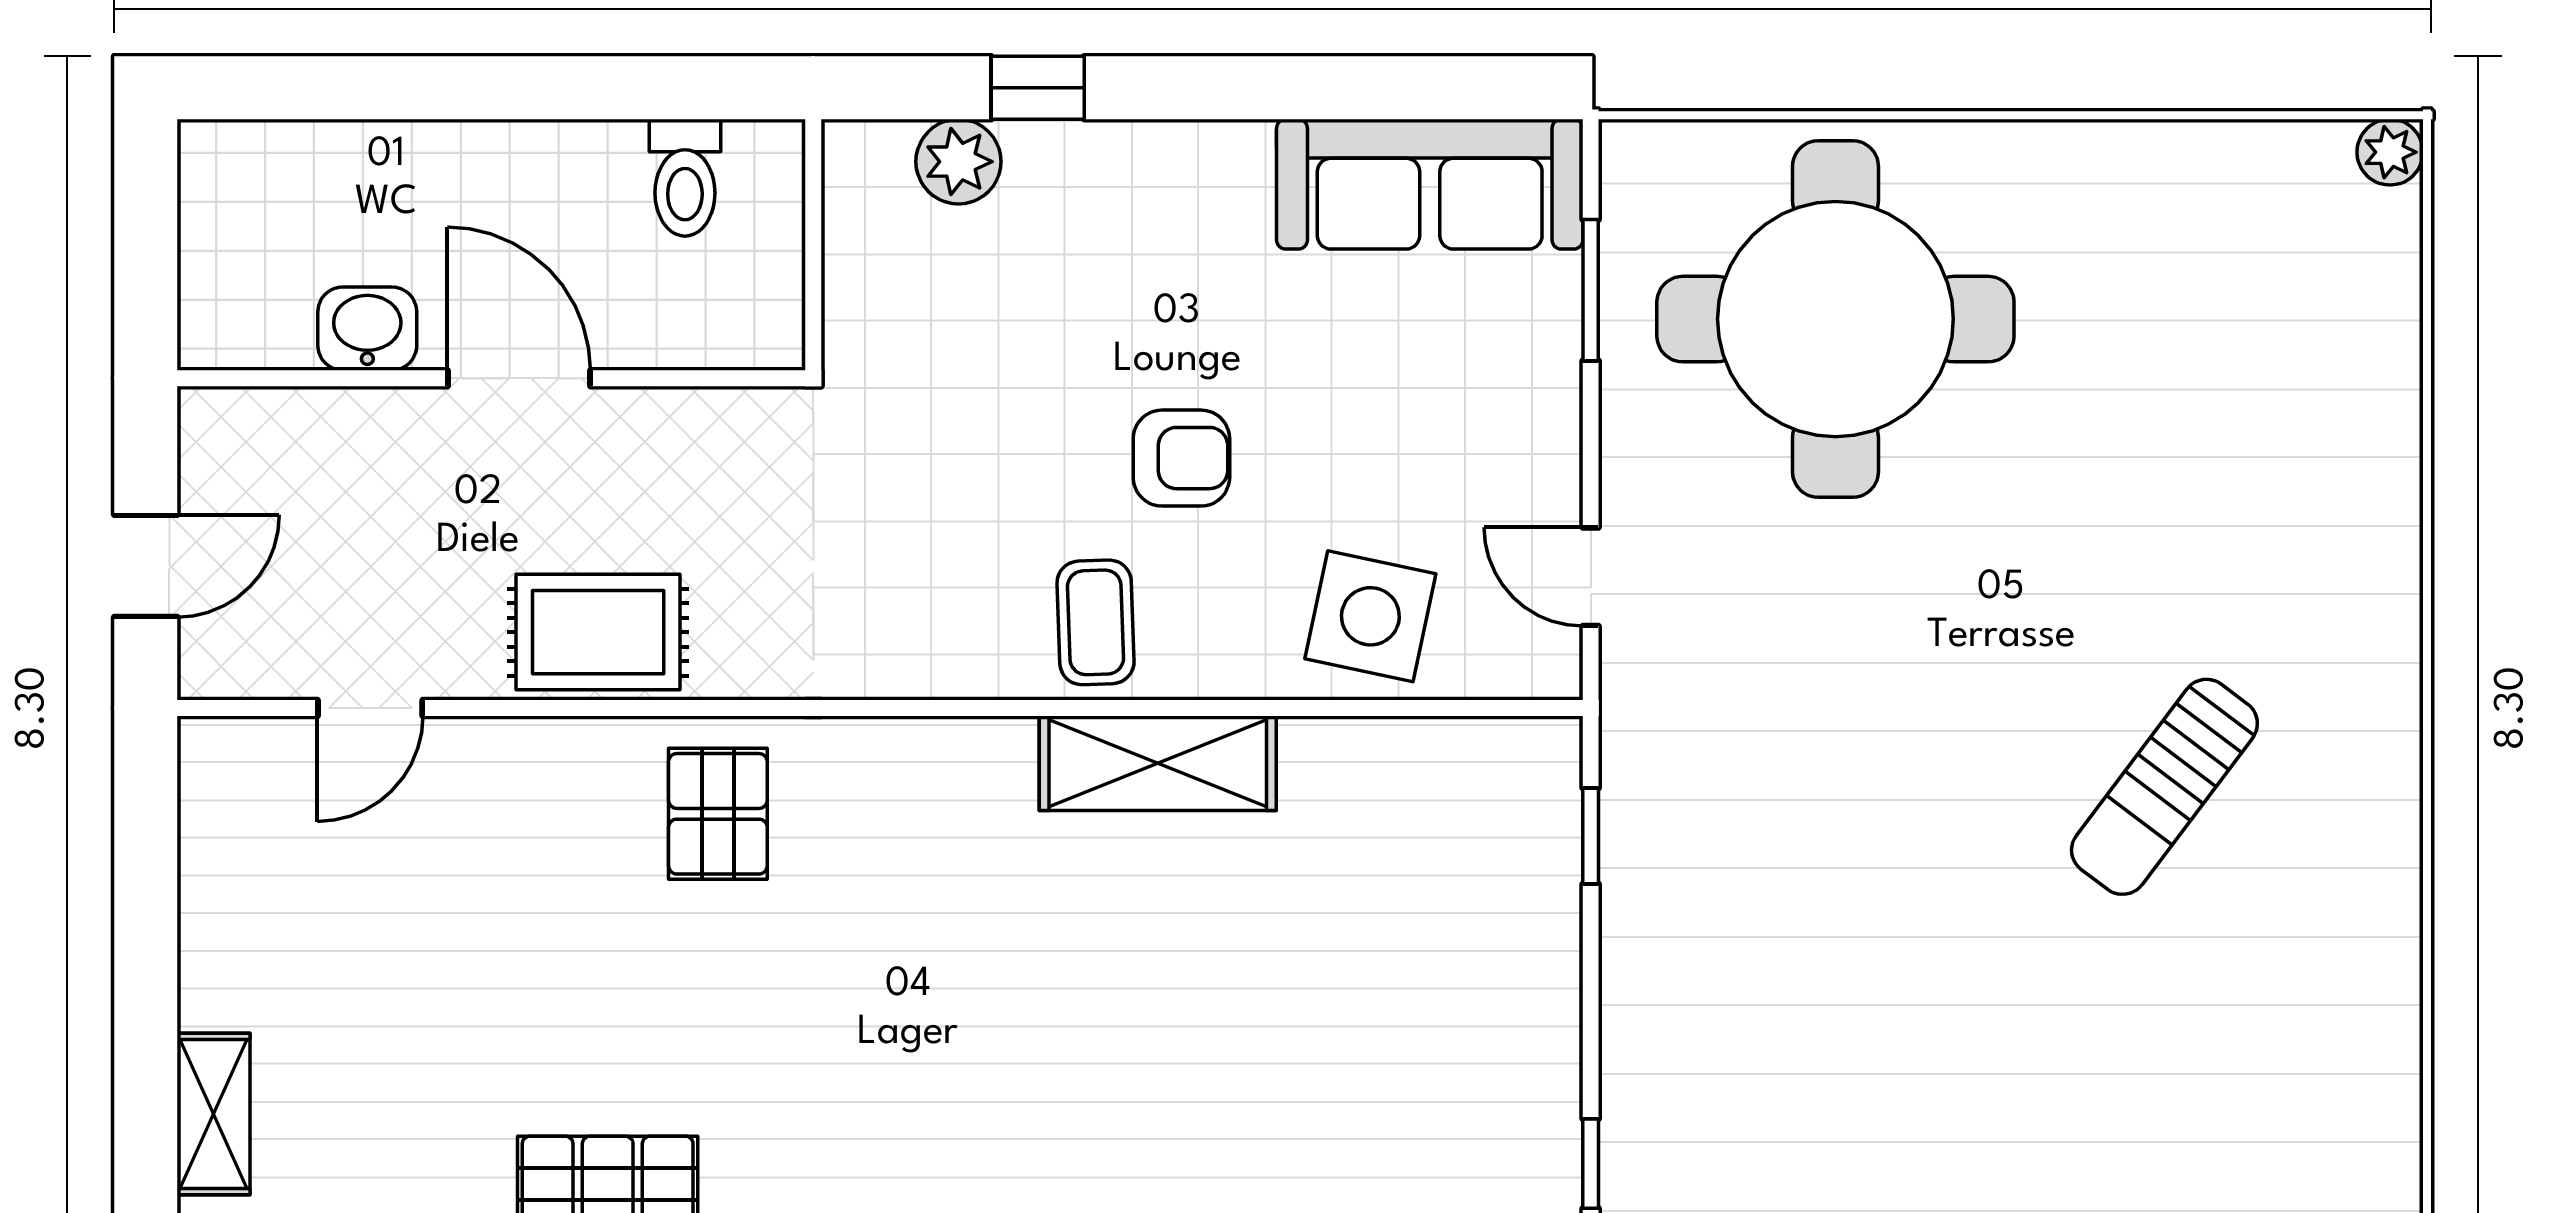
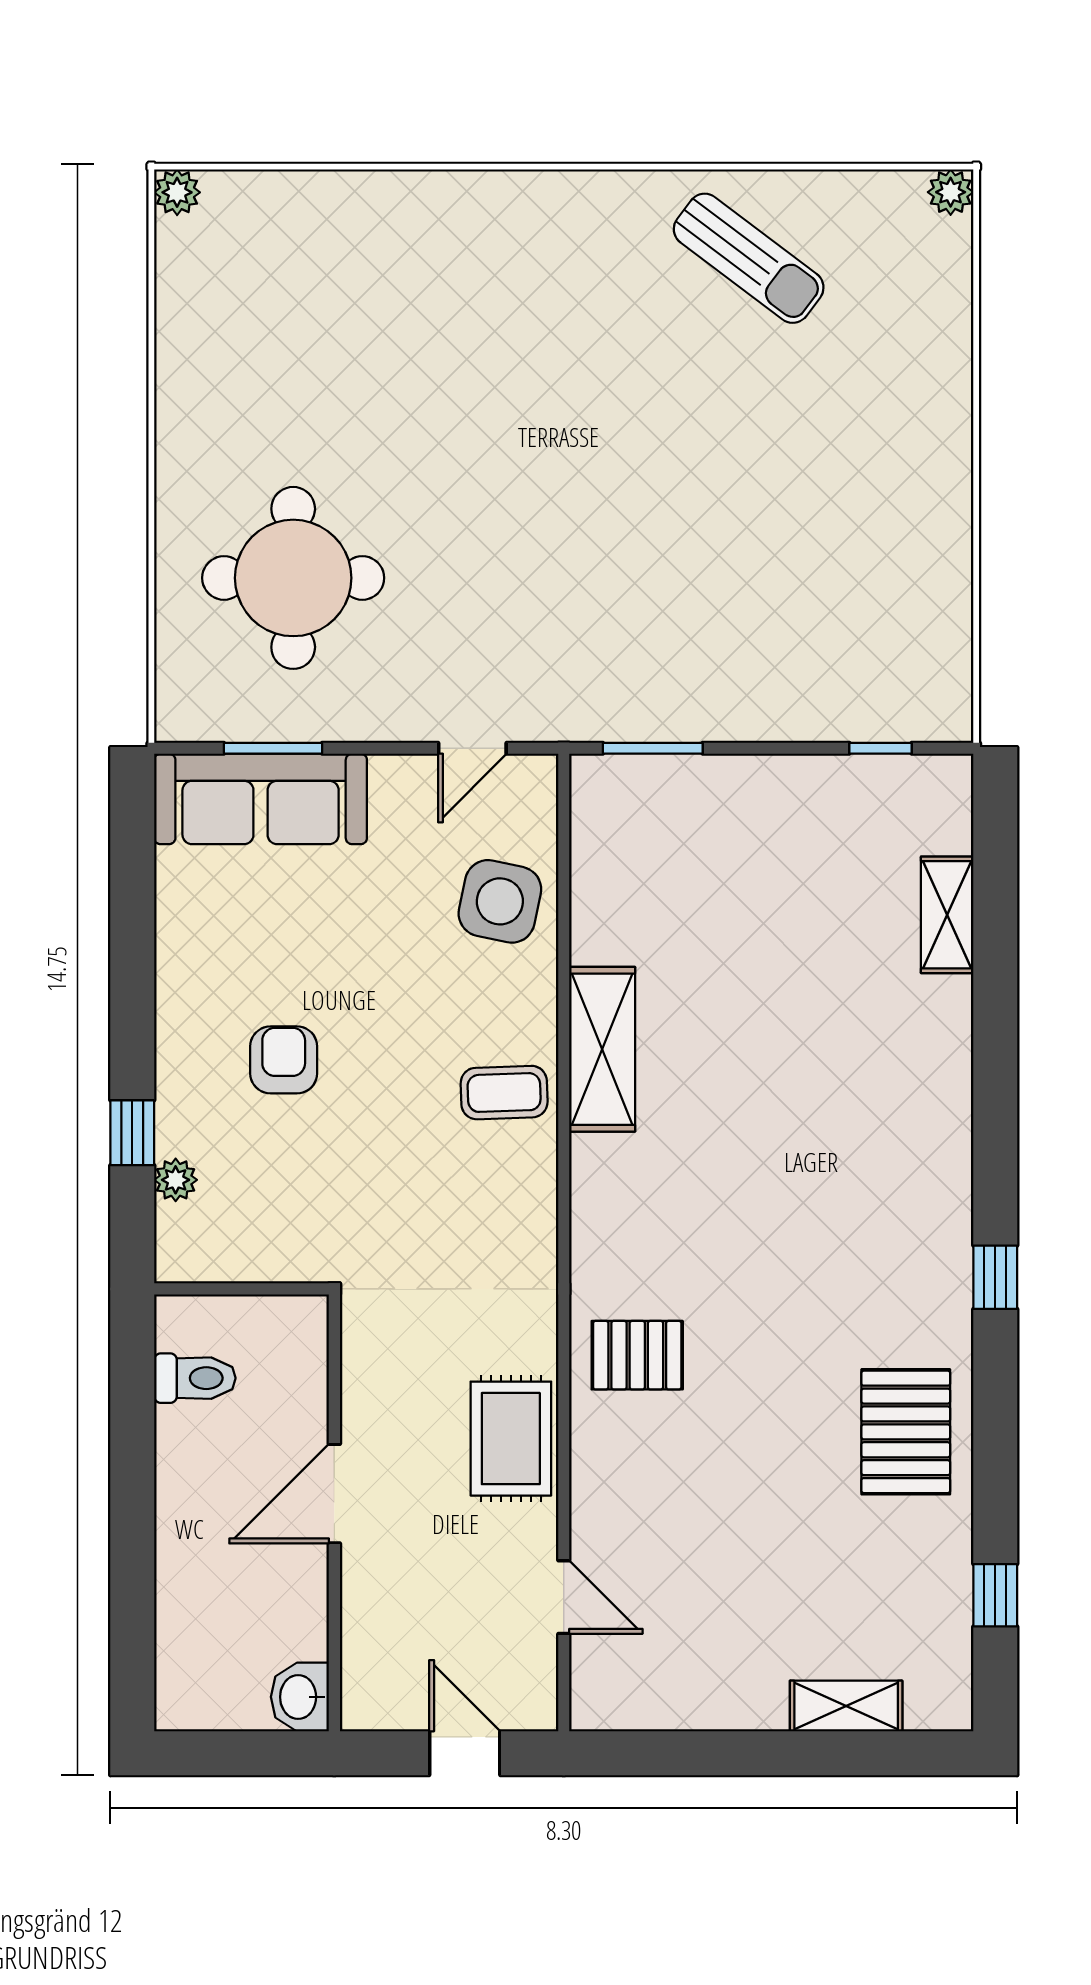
plant: (958, 162) -> (176, 1180), width x0.73, depth x0.73
sofa: (1430, 184) -> (261, 799), moved, turned 90
round table: (1835, 319) -> (293, 578), width x0.73, depth x0.73
washbasin: (367, 329) -> (300, 1697), moved
armchair: (1181, 458) -> (284, 1060), moved
sun lounger: (2164, 787) -> (749, 258), moved
window: (1591, 836) -> (653, 748), width x1.50

